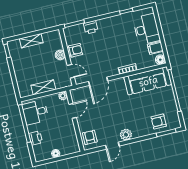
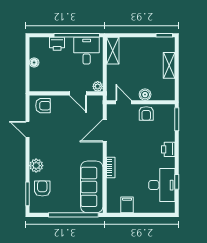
printer: (91, 27) -> (168, 149), moved
desk: (147, 29) -> (162, 185), moved, turned -90
floor lamp: (160, 60) -> (112, 207), removed
door: (71, 71) -> (124, 102), swing flipped
door: (98, 81) -> (105, 131), hinge flipped
shelving: (43, 87) -> (113, 51), moved
plant: (126, 135) -> (36, 166), moved

